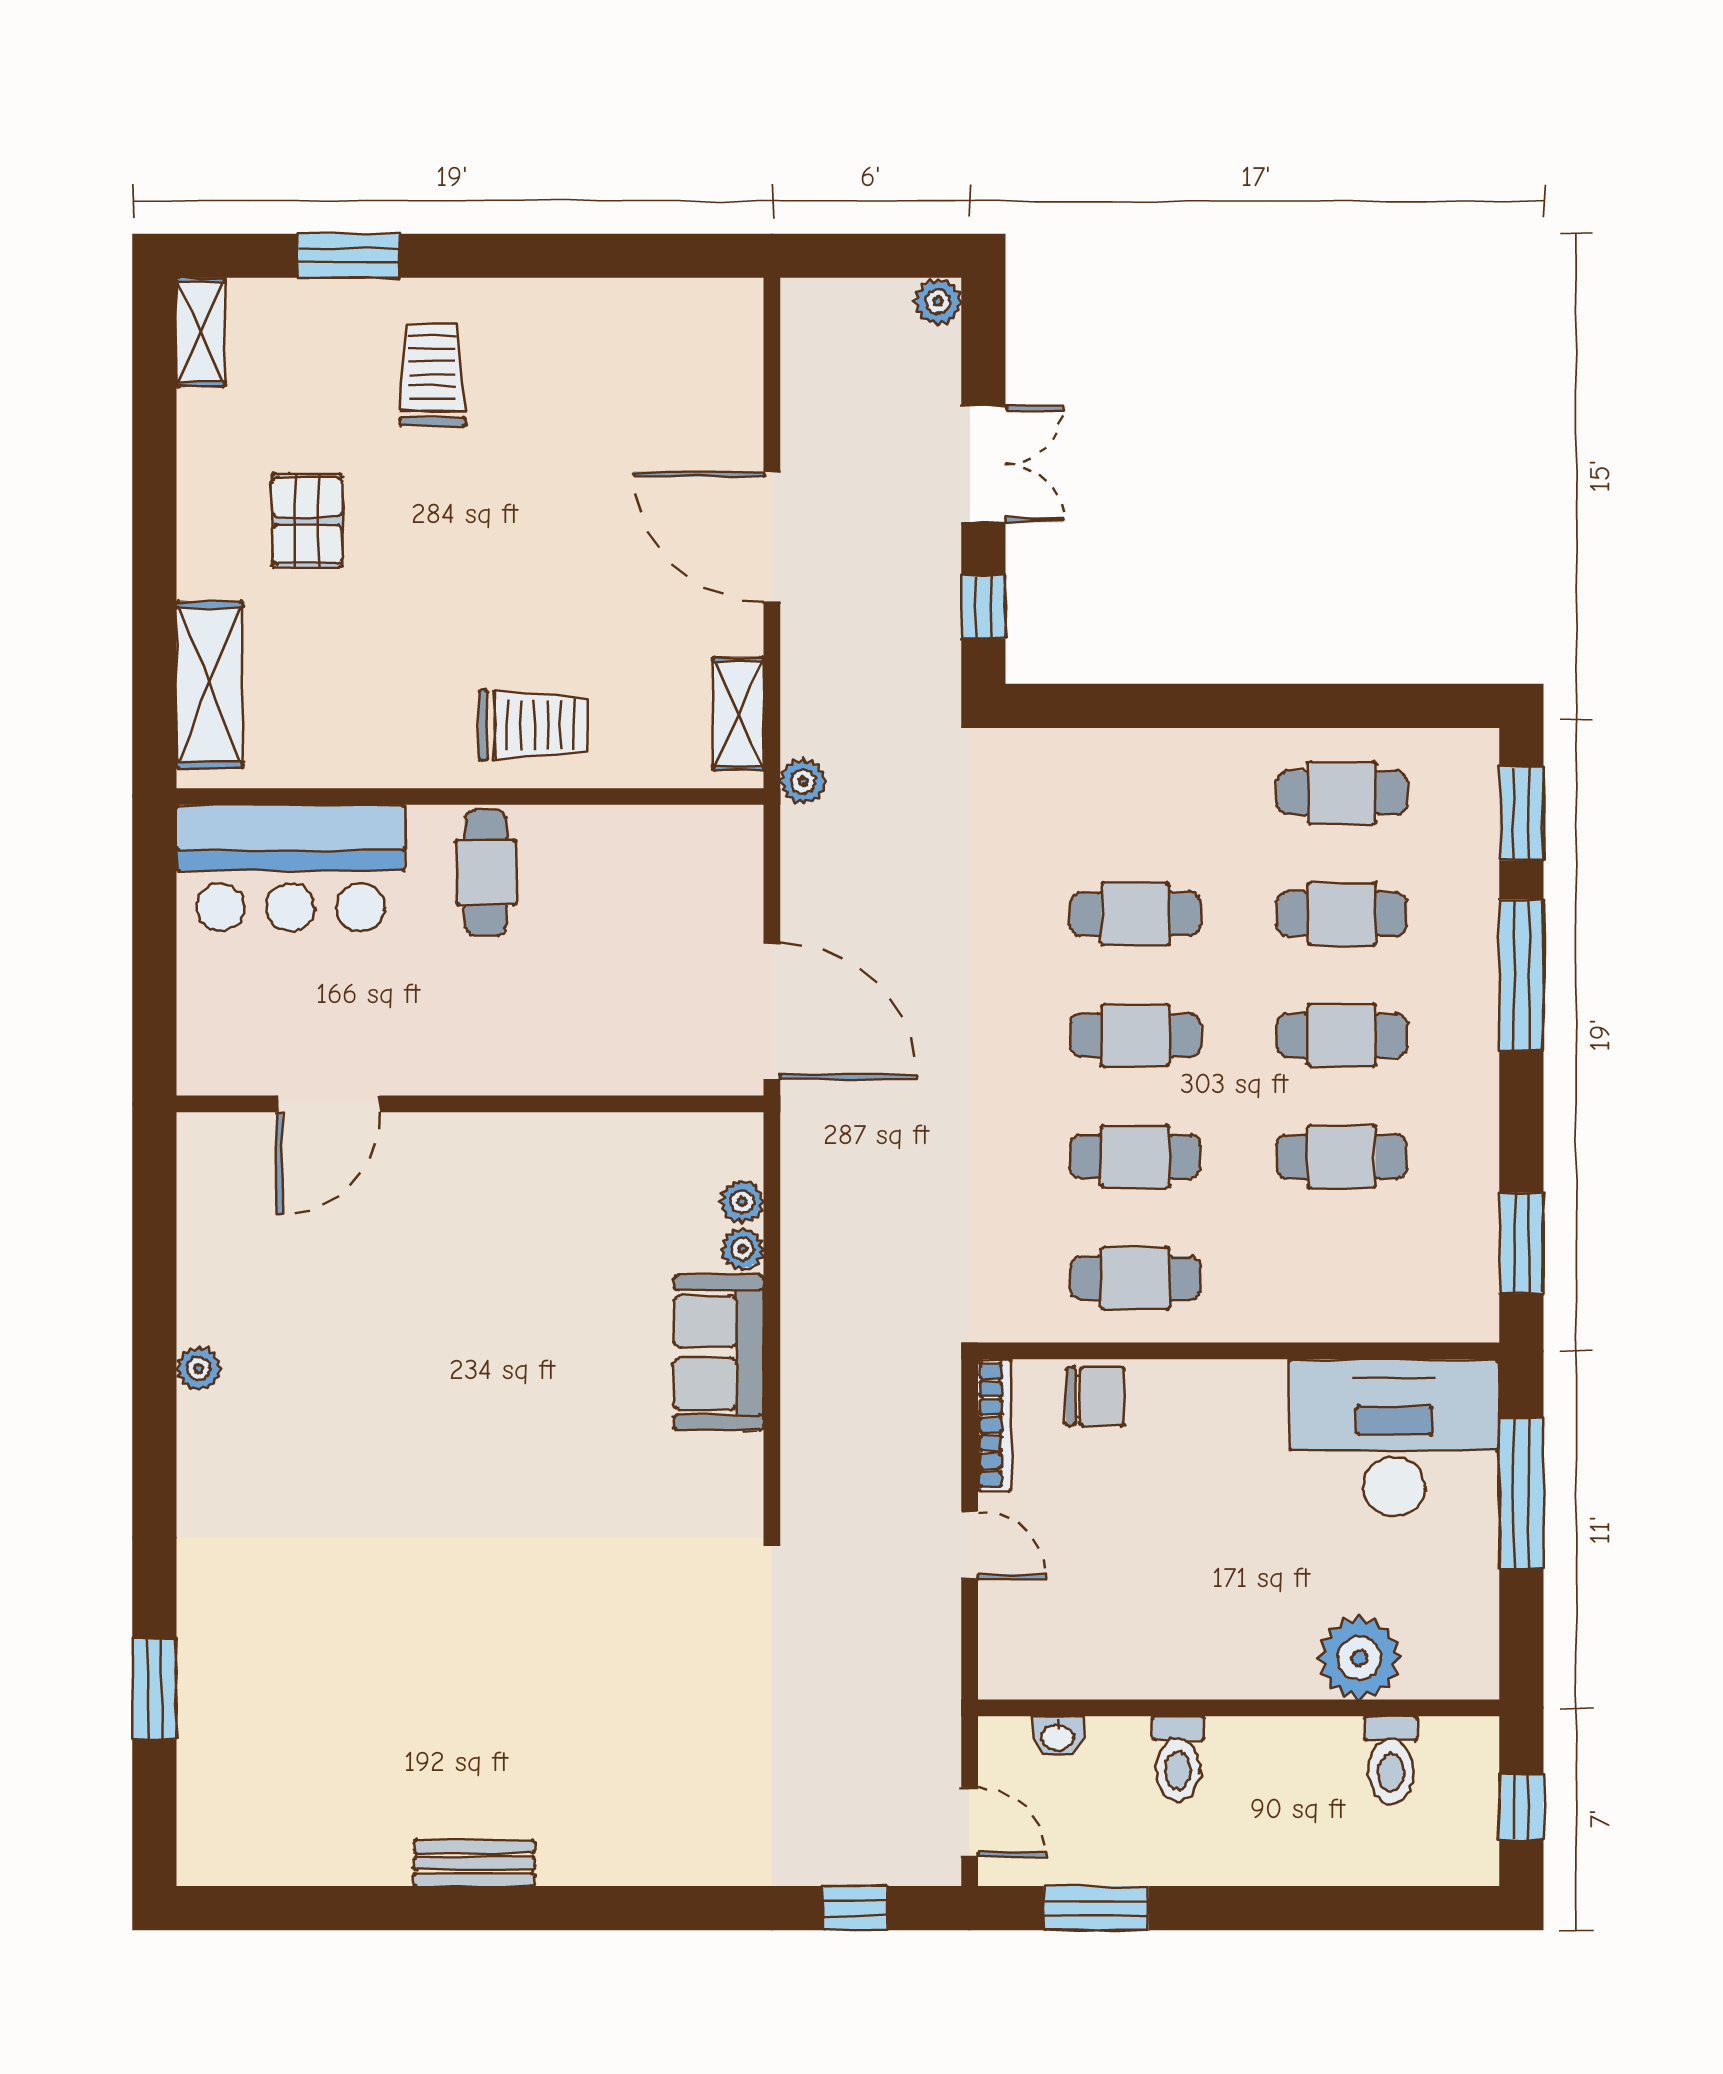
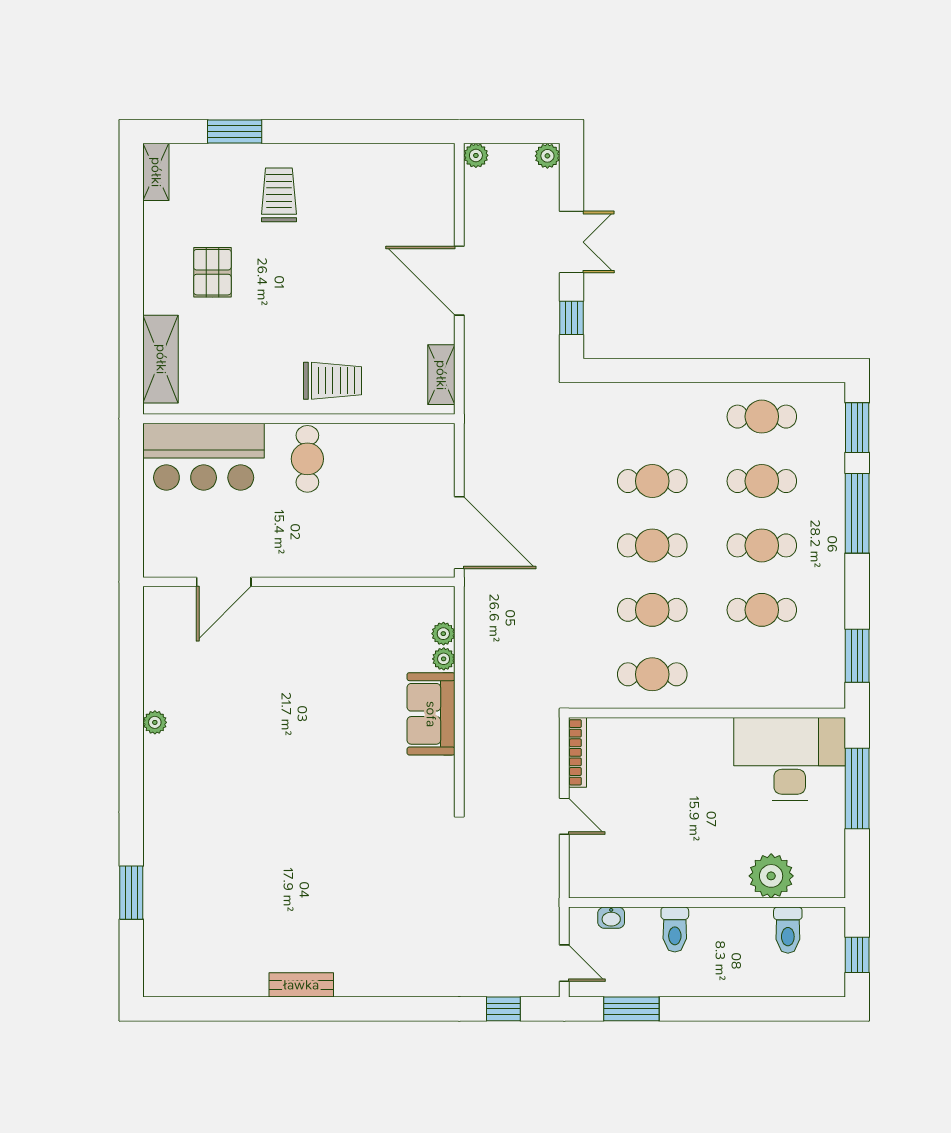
plant: (803, 781) -> (476, 155), moved
chair: (1095, 1396) -> (631, 737), removed

